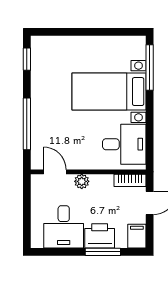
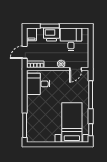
bed with nightstands: (109, 92) -> (72, 122), moved, turned -90
door: (55, 172) -> (76, 69), hinge flipped

